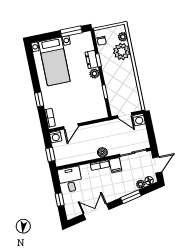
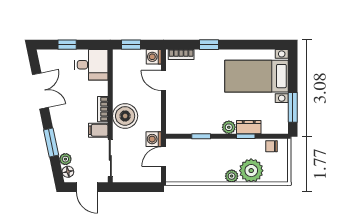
plant: (123, 37) -> (232, 176), moved
washing machine: (139, 120) -> (154, 139), moved
boiler: (102, 152) -> (125, 116), width x1.86, depth x1.86

